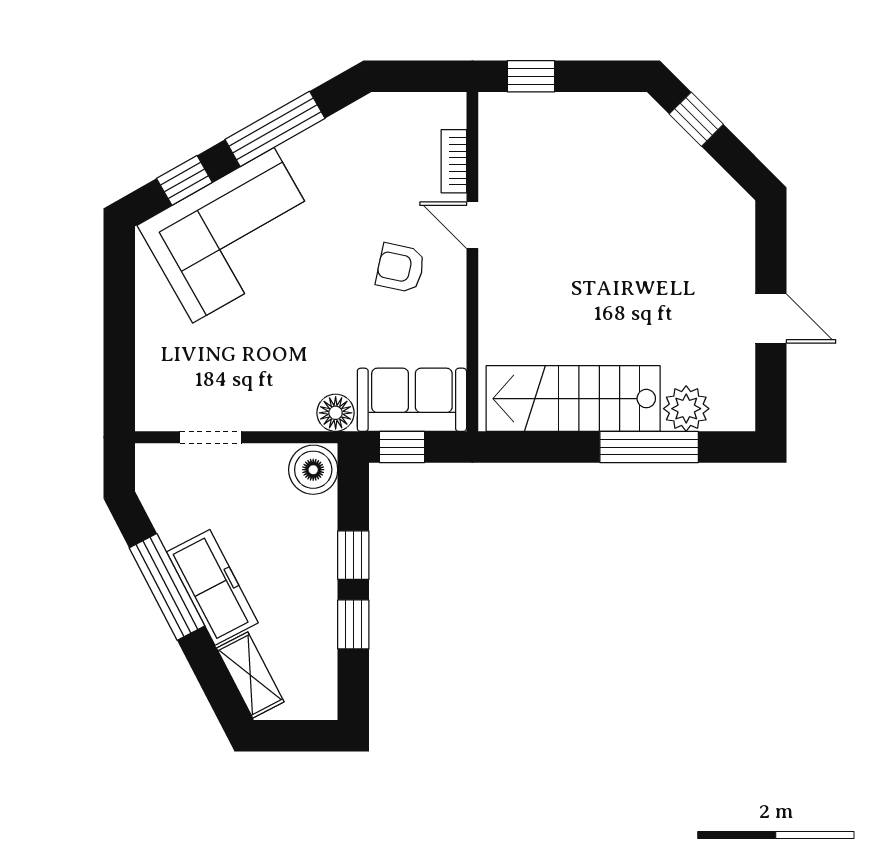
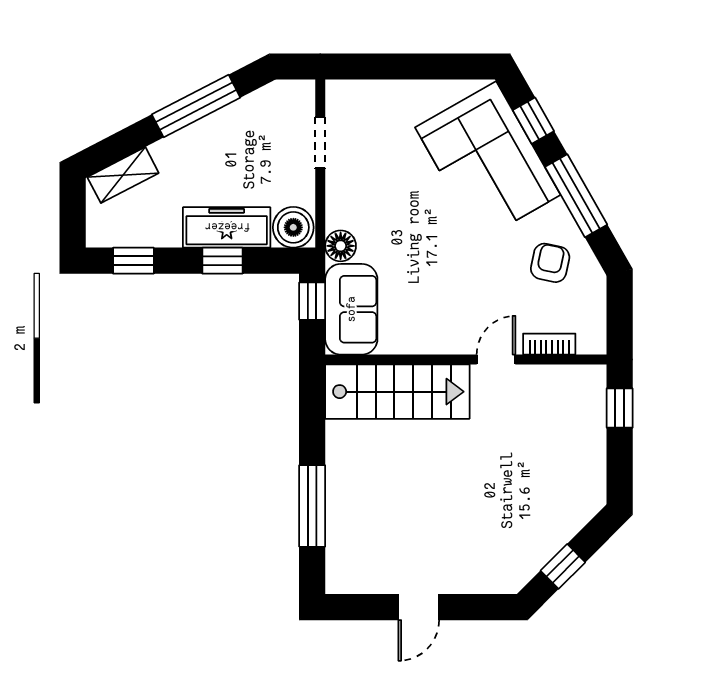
window: (696, 119) -> (563, 566), moved
armchair: (400, 268) -> (550, 263), moved
stairs: (573, 399) -> (397, 392), moved, turned 90
plant: (686, 409) -> (344, 537), removed
freezer: (212, 587) -> (227, 227), moved, turned -153
window: (353, 624) -> (133, 261), moved

